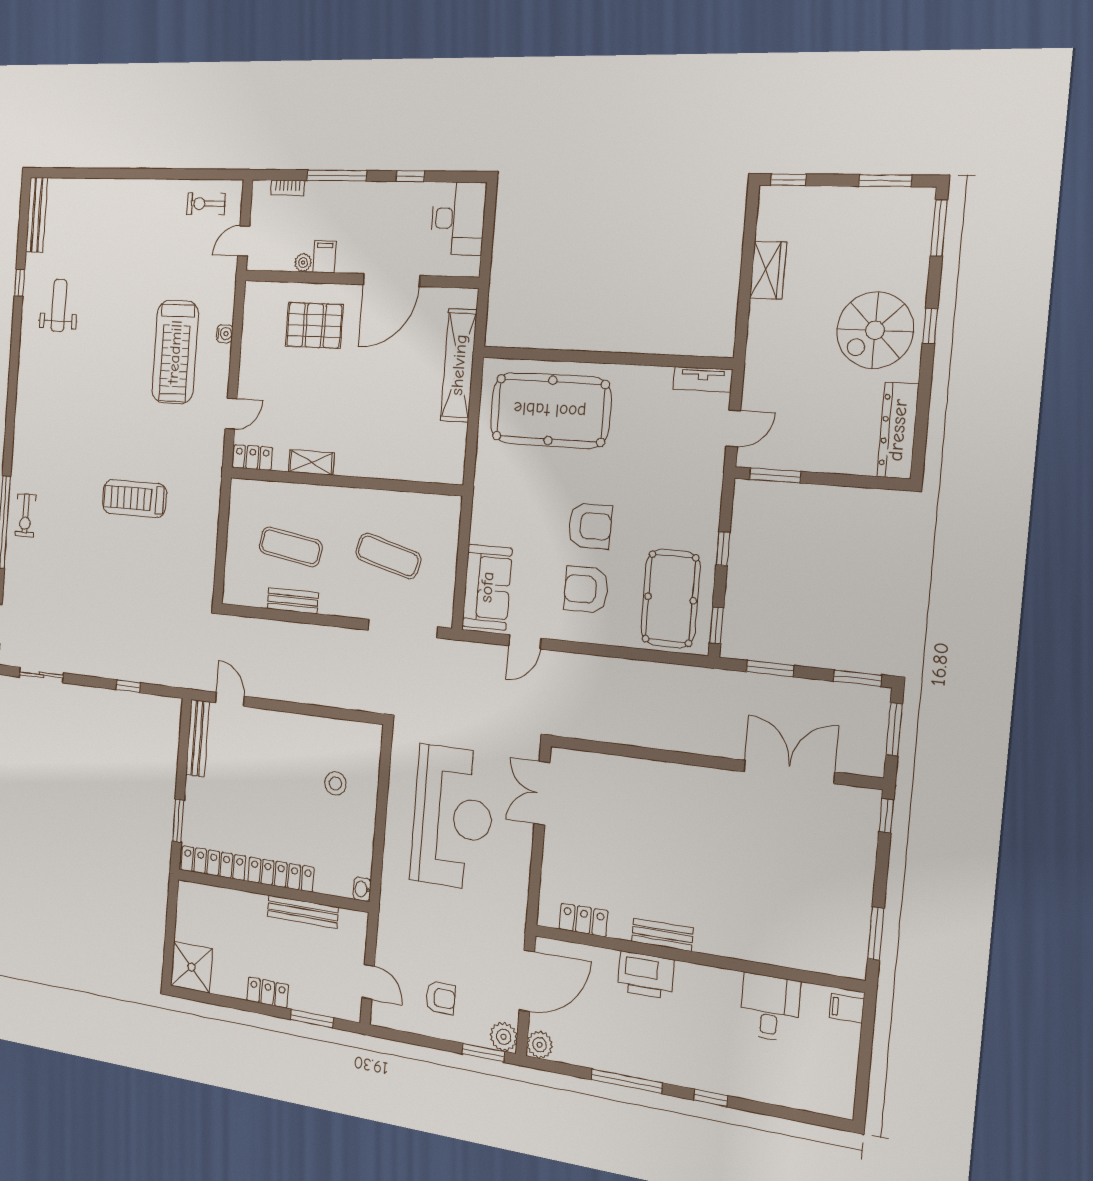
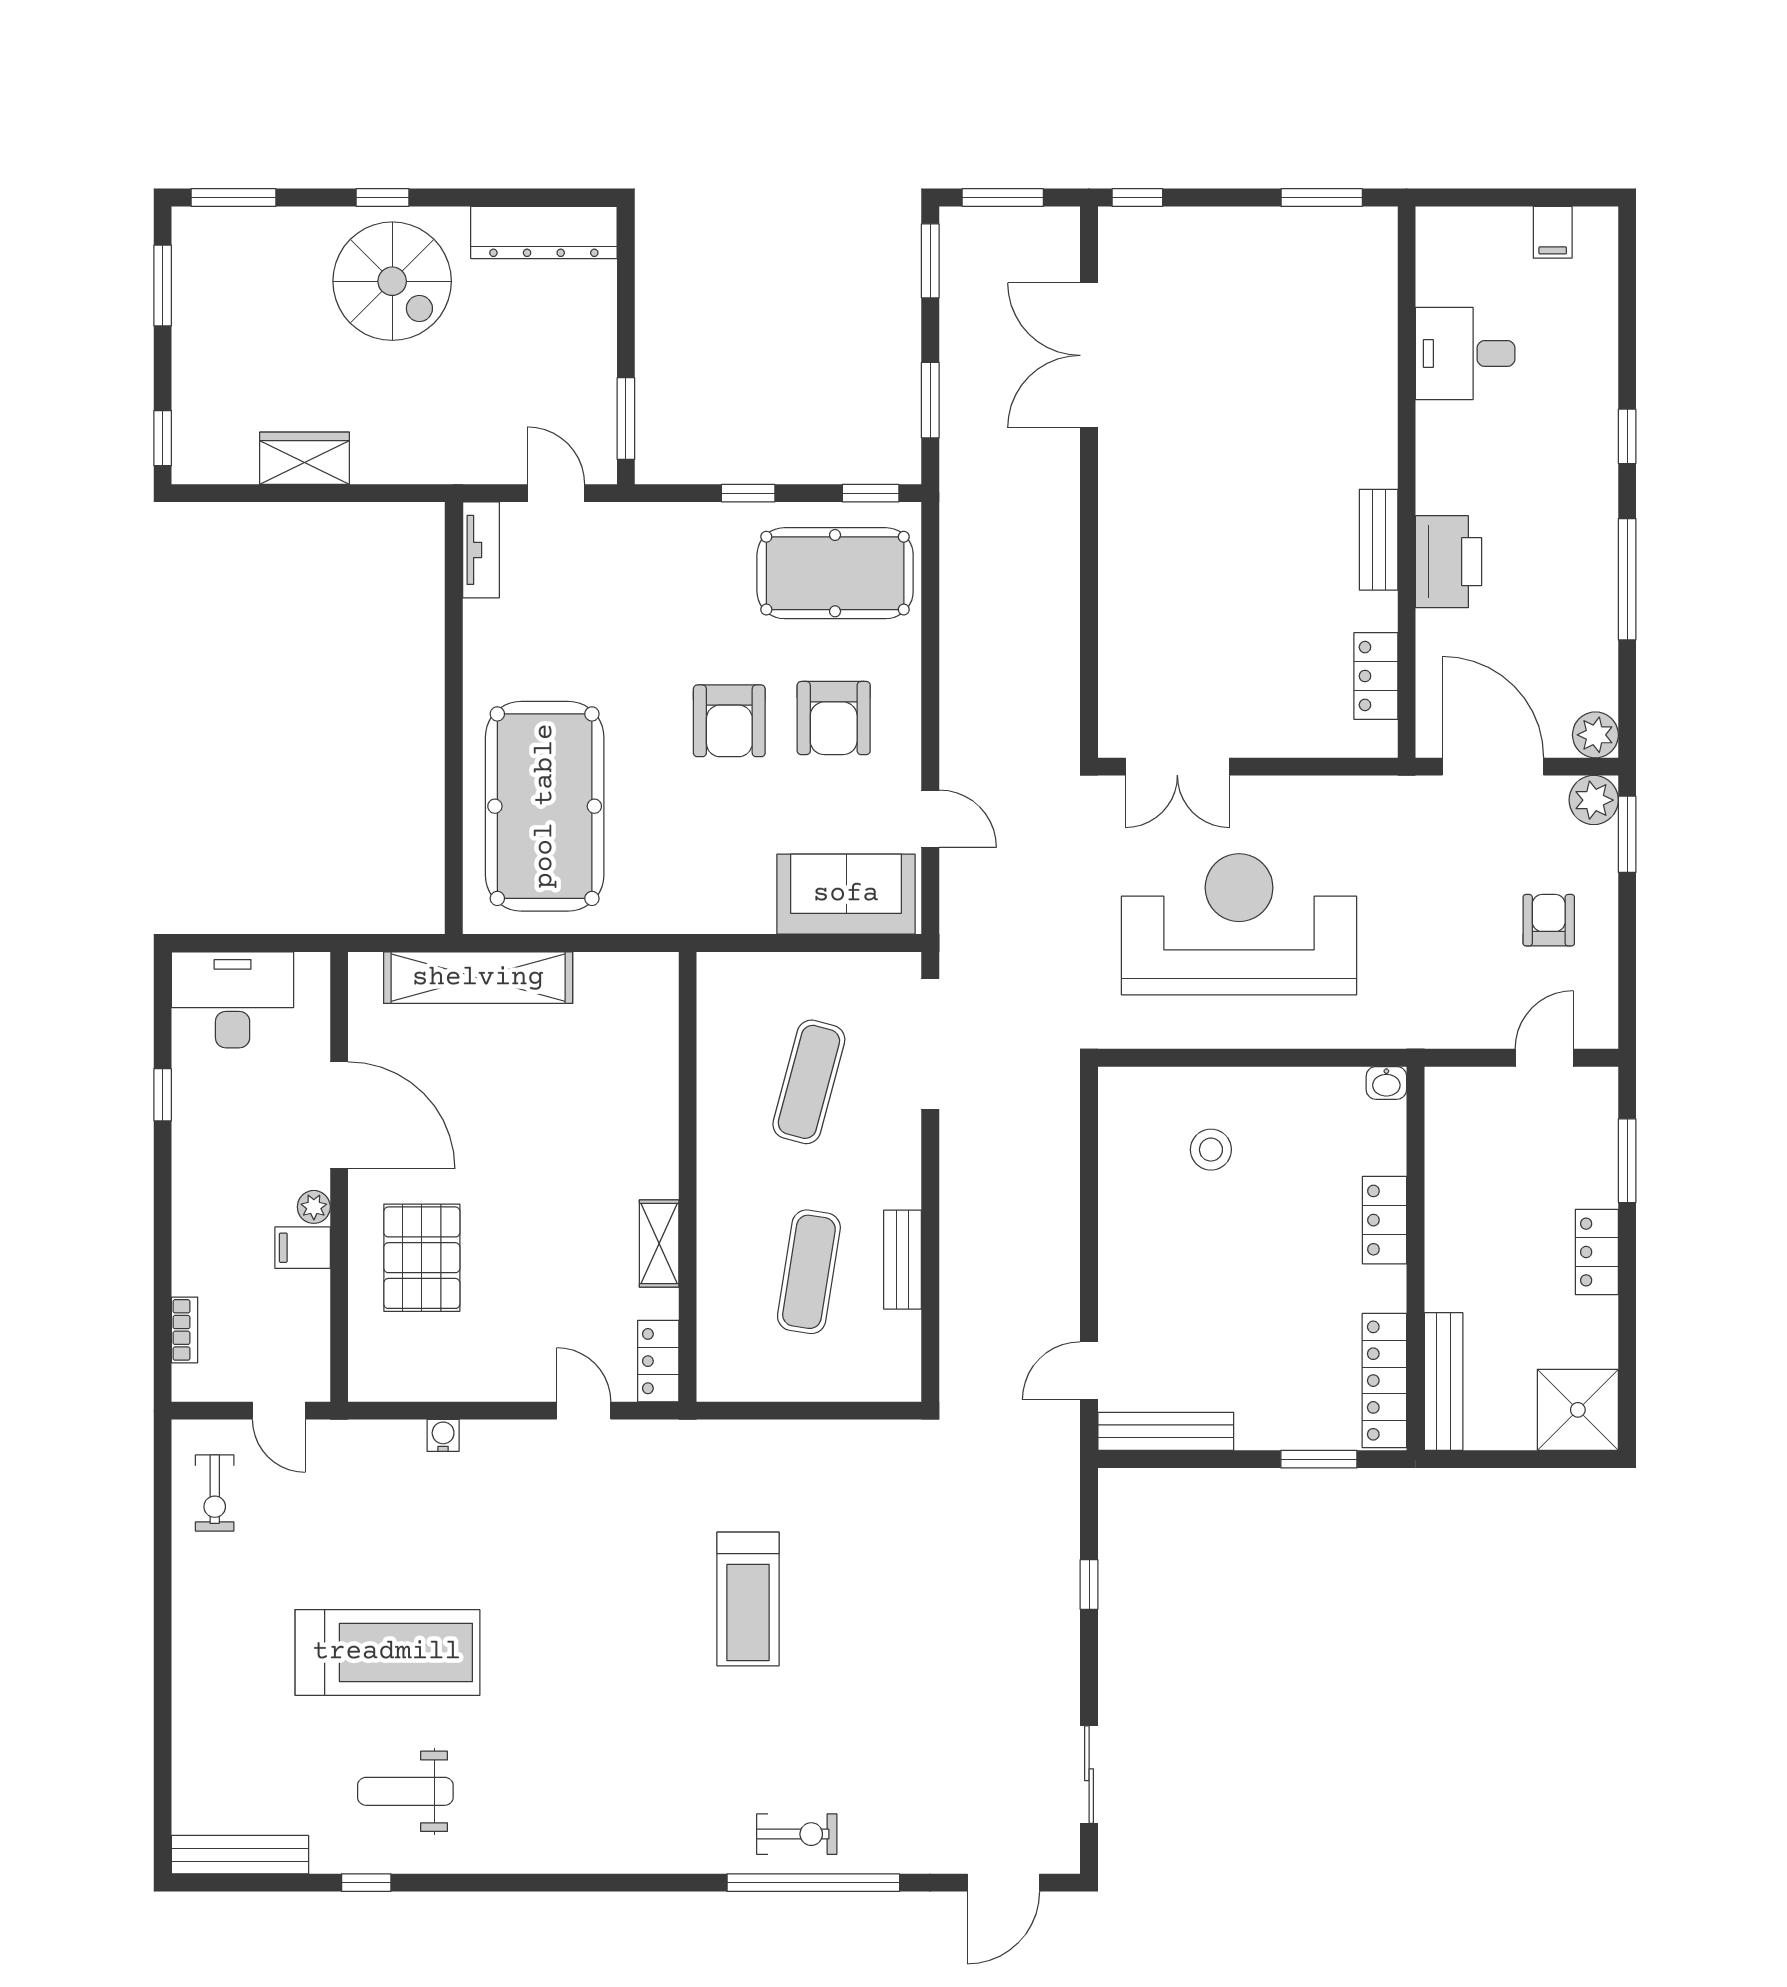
window: (337, 175) -> (163, 1235), removed
plant: (303, 263) -> (314, 1207), moved
treadmill: (175, 352) -> (387, 1652), moved
armchair: (590, 526) -> (729, 721), turned 180
locker: (281, 874) -> (1385, 1220), width x0.66
bench: (303, 912) -> (1444, 1382), moved
filing cabinet: (847, 1008) -> (1553, 232), moved

